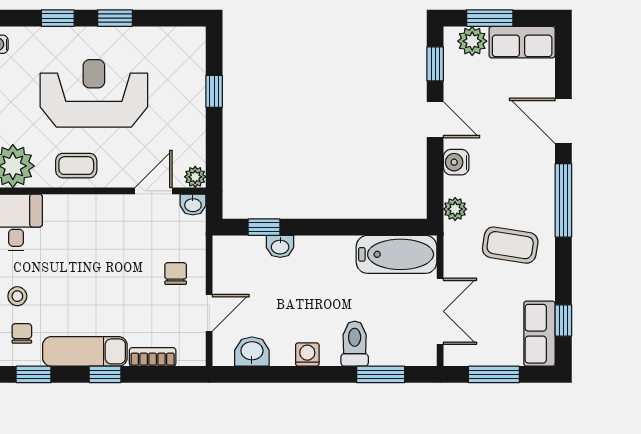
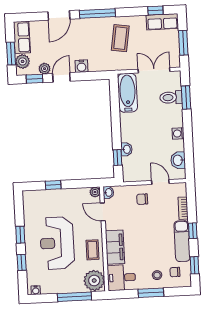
plant: (455, 209) -> (44, 69), moved
filing cabinet: (79, 212) -> (115, 247), added
toilet: (355, 344) -> (171, 97), moved

